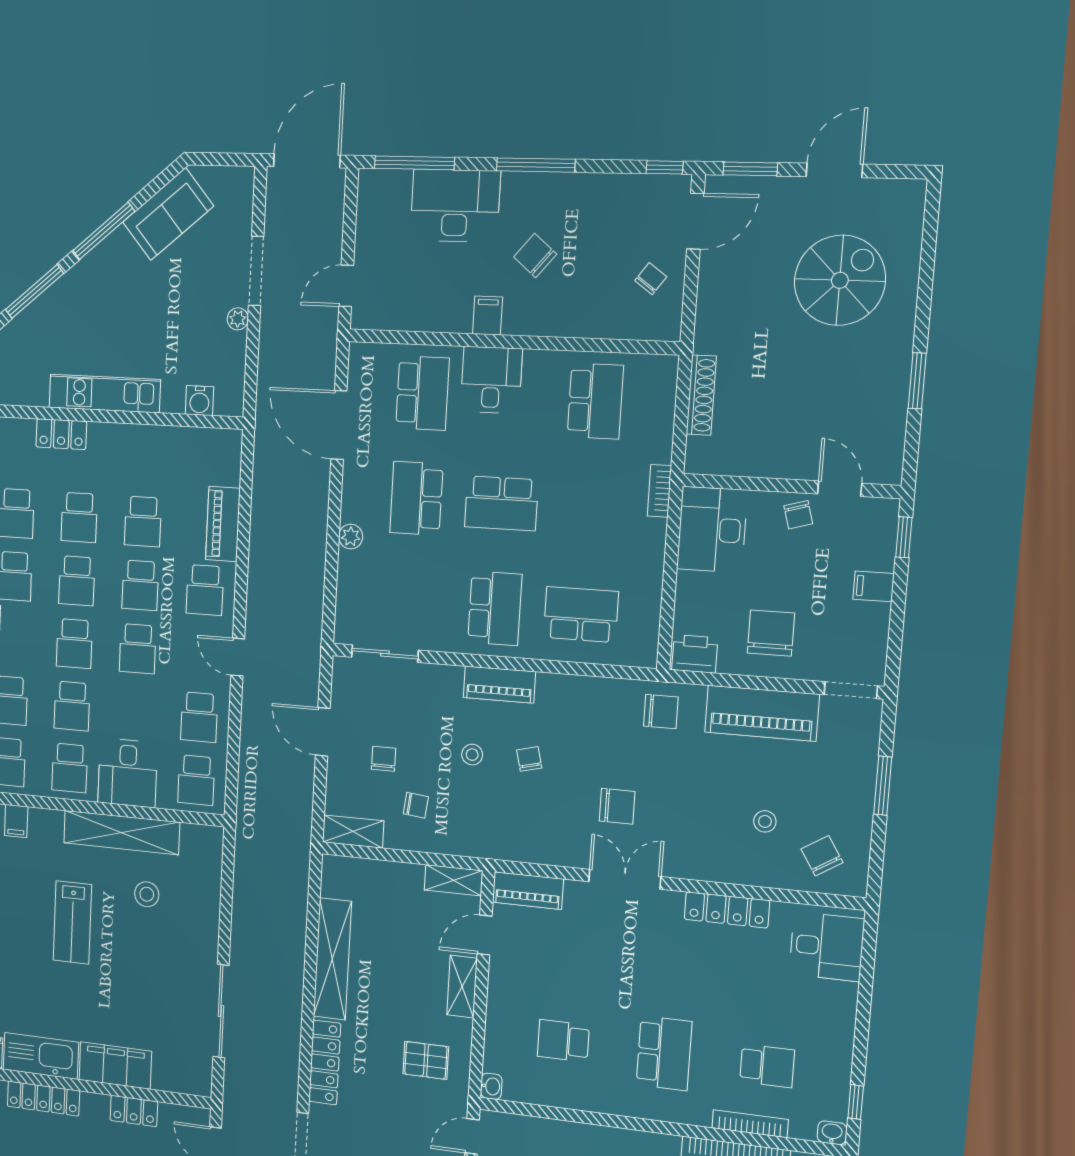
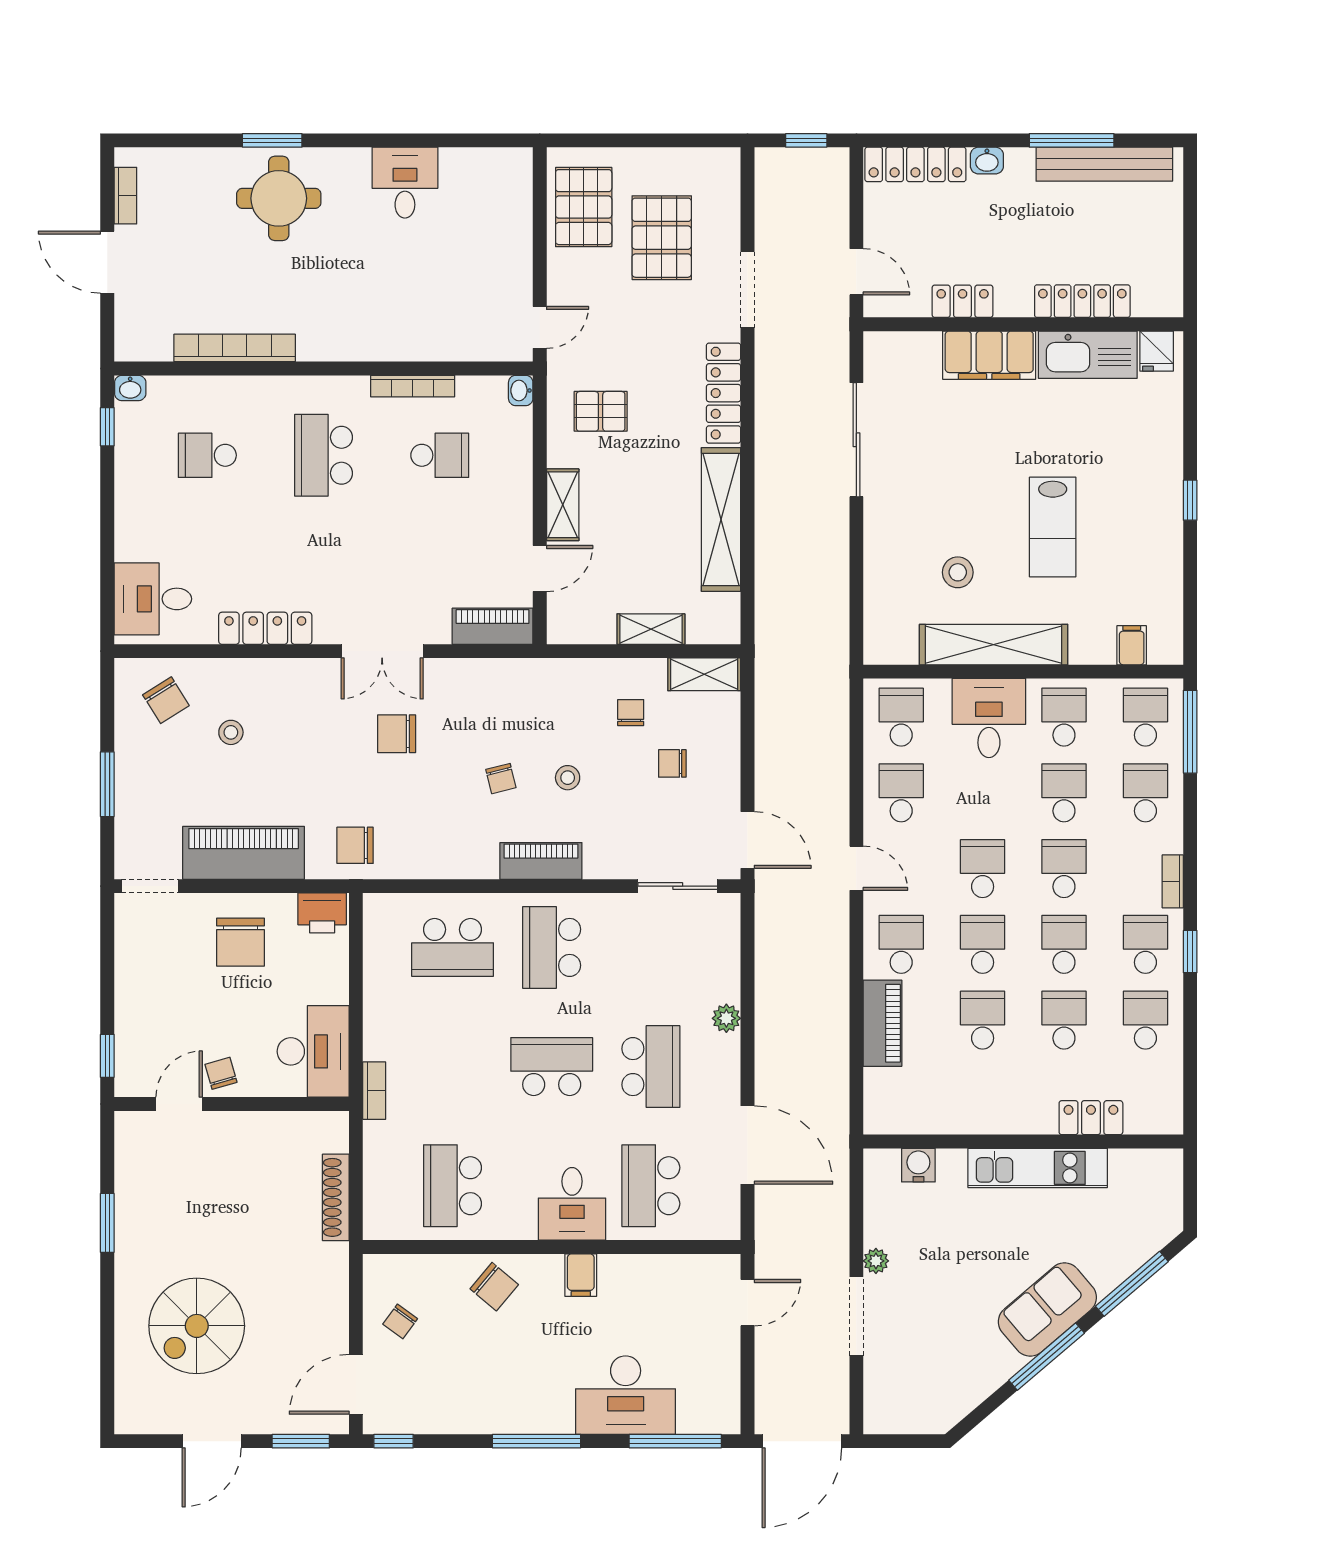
sofa: (168, 214) -> (1047, 1310), moved
chair: (535, 256) -> (494, 1287), moved
door: (840, 489) -> (179, 1104), swing flipped
filing cabinet: (874, 586) -> (135, 1001), removed
door: (323, 732) -> (747, 840), moved
chair: (384, 759) -> (672, 763), turned 90
chair: (416, 805) -> (631, 713), turned 84
shelving: (454, 880) -> (651, 629), moved
lab bench: (72, 922) -> (1053, 527), turned 180
bookcase: (750, 1124) -> (413, 386), moved

